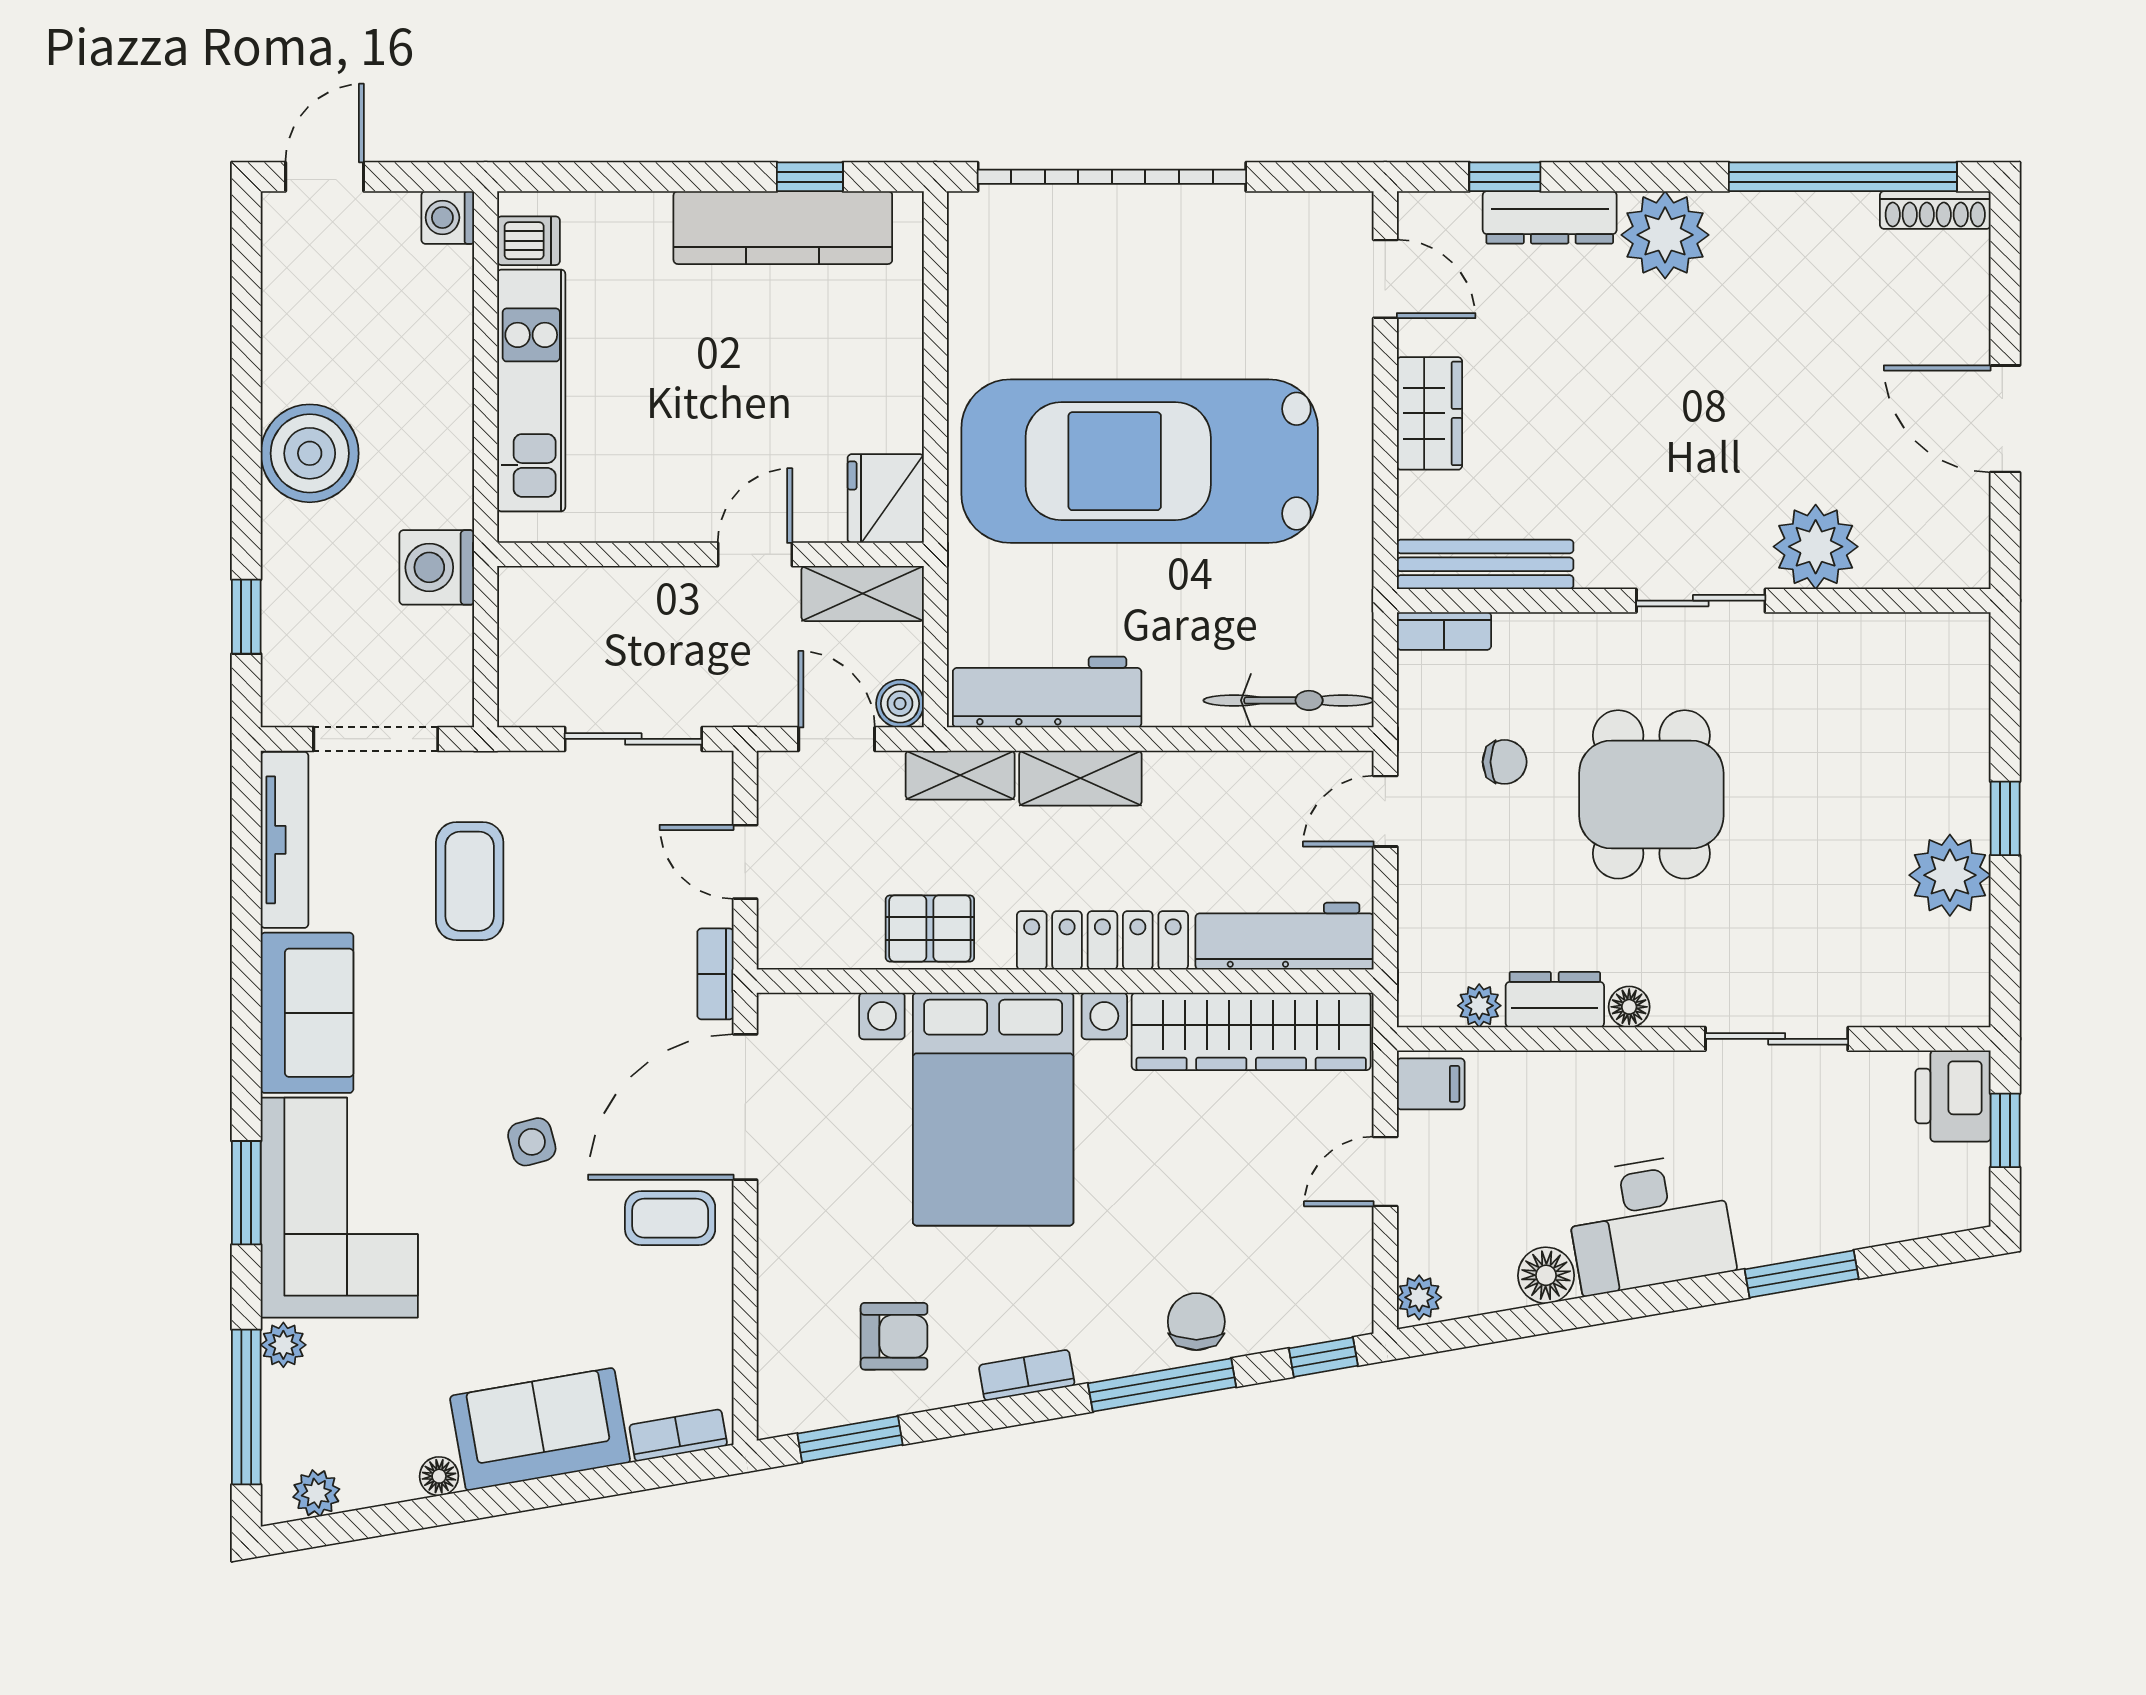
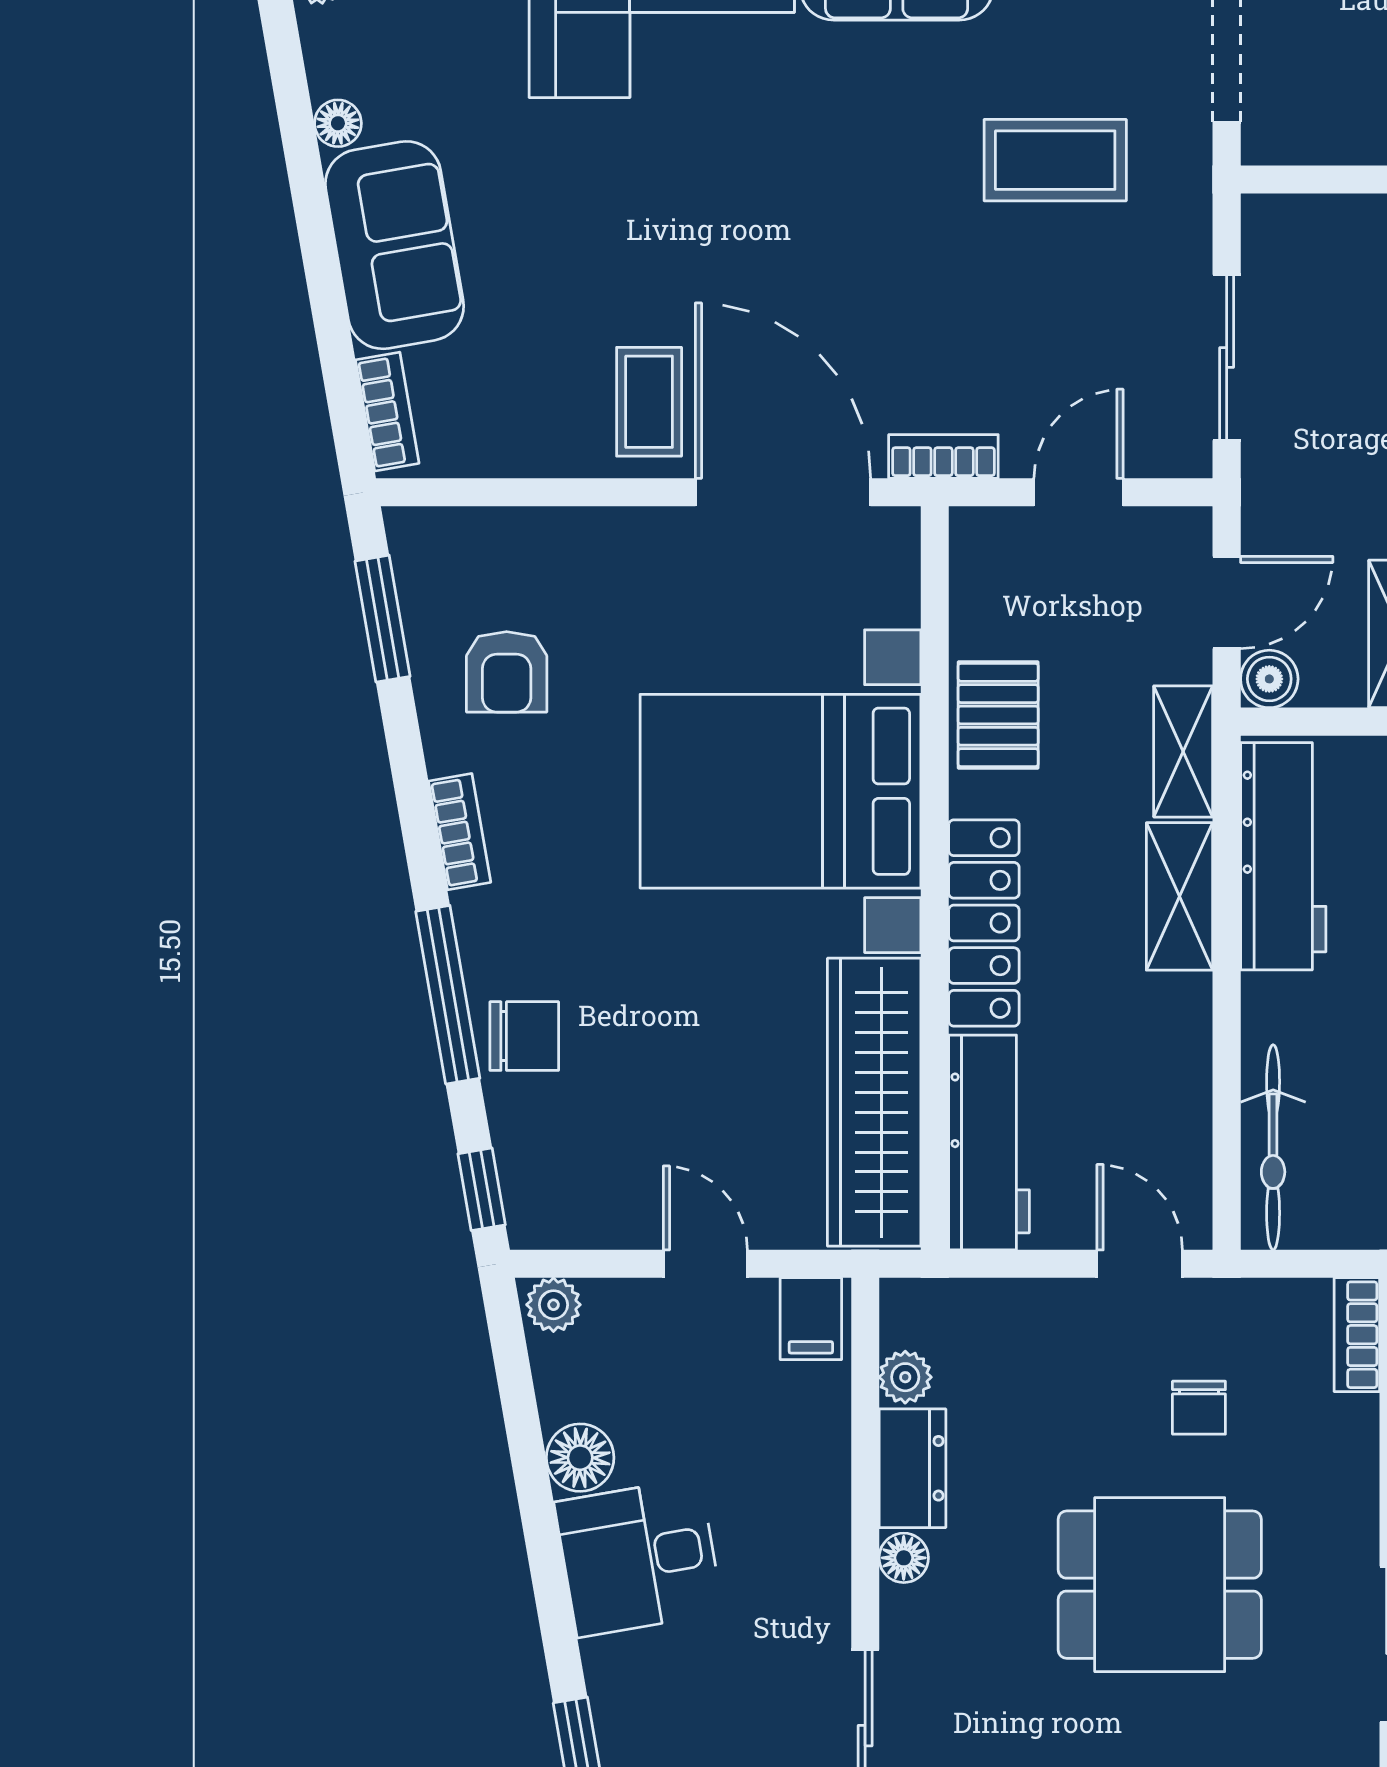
side table: (532, 1142) -> (741, 235), removed
desk: (1650, 1223) -> (639, 1557), width x0.73

